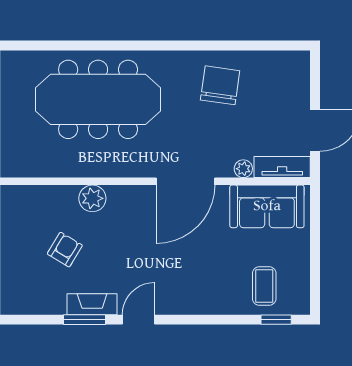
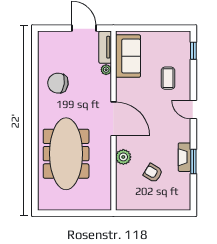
door: (186, 181) -> (113, 119), moved
coffee table: (264, 286) -> (168, 78), moved, turned 90
door: (139, 320) -> (193, 110), moved

